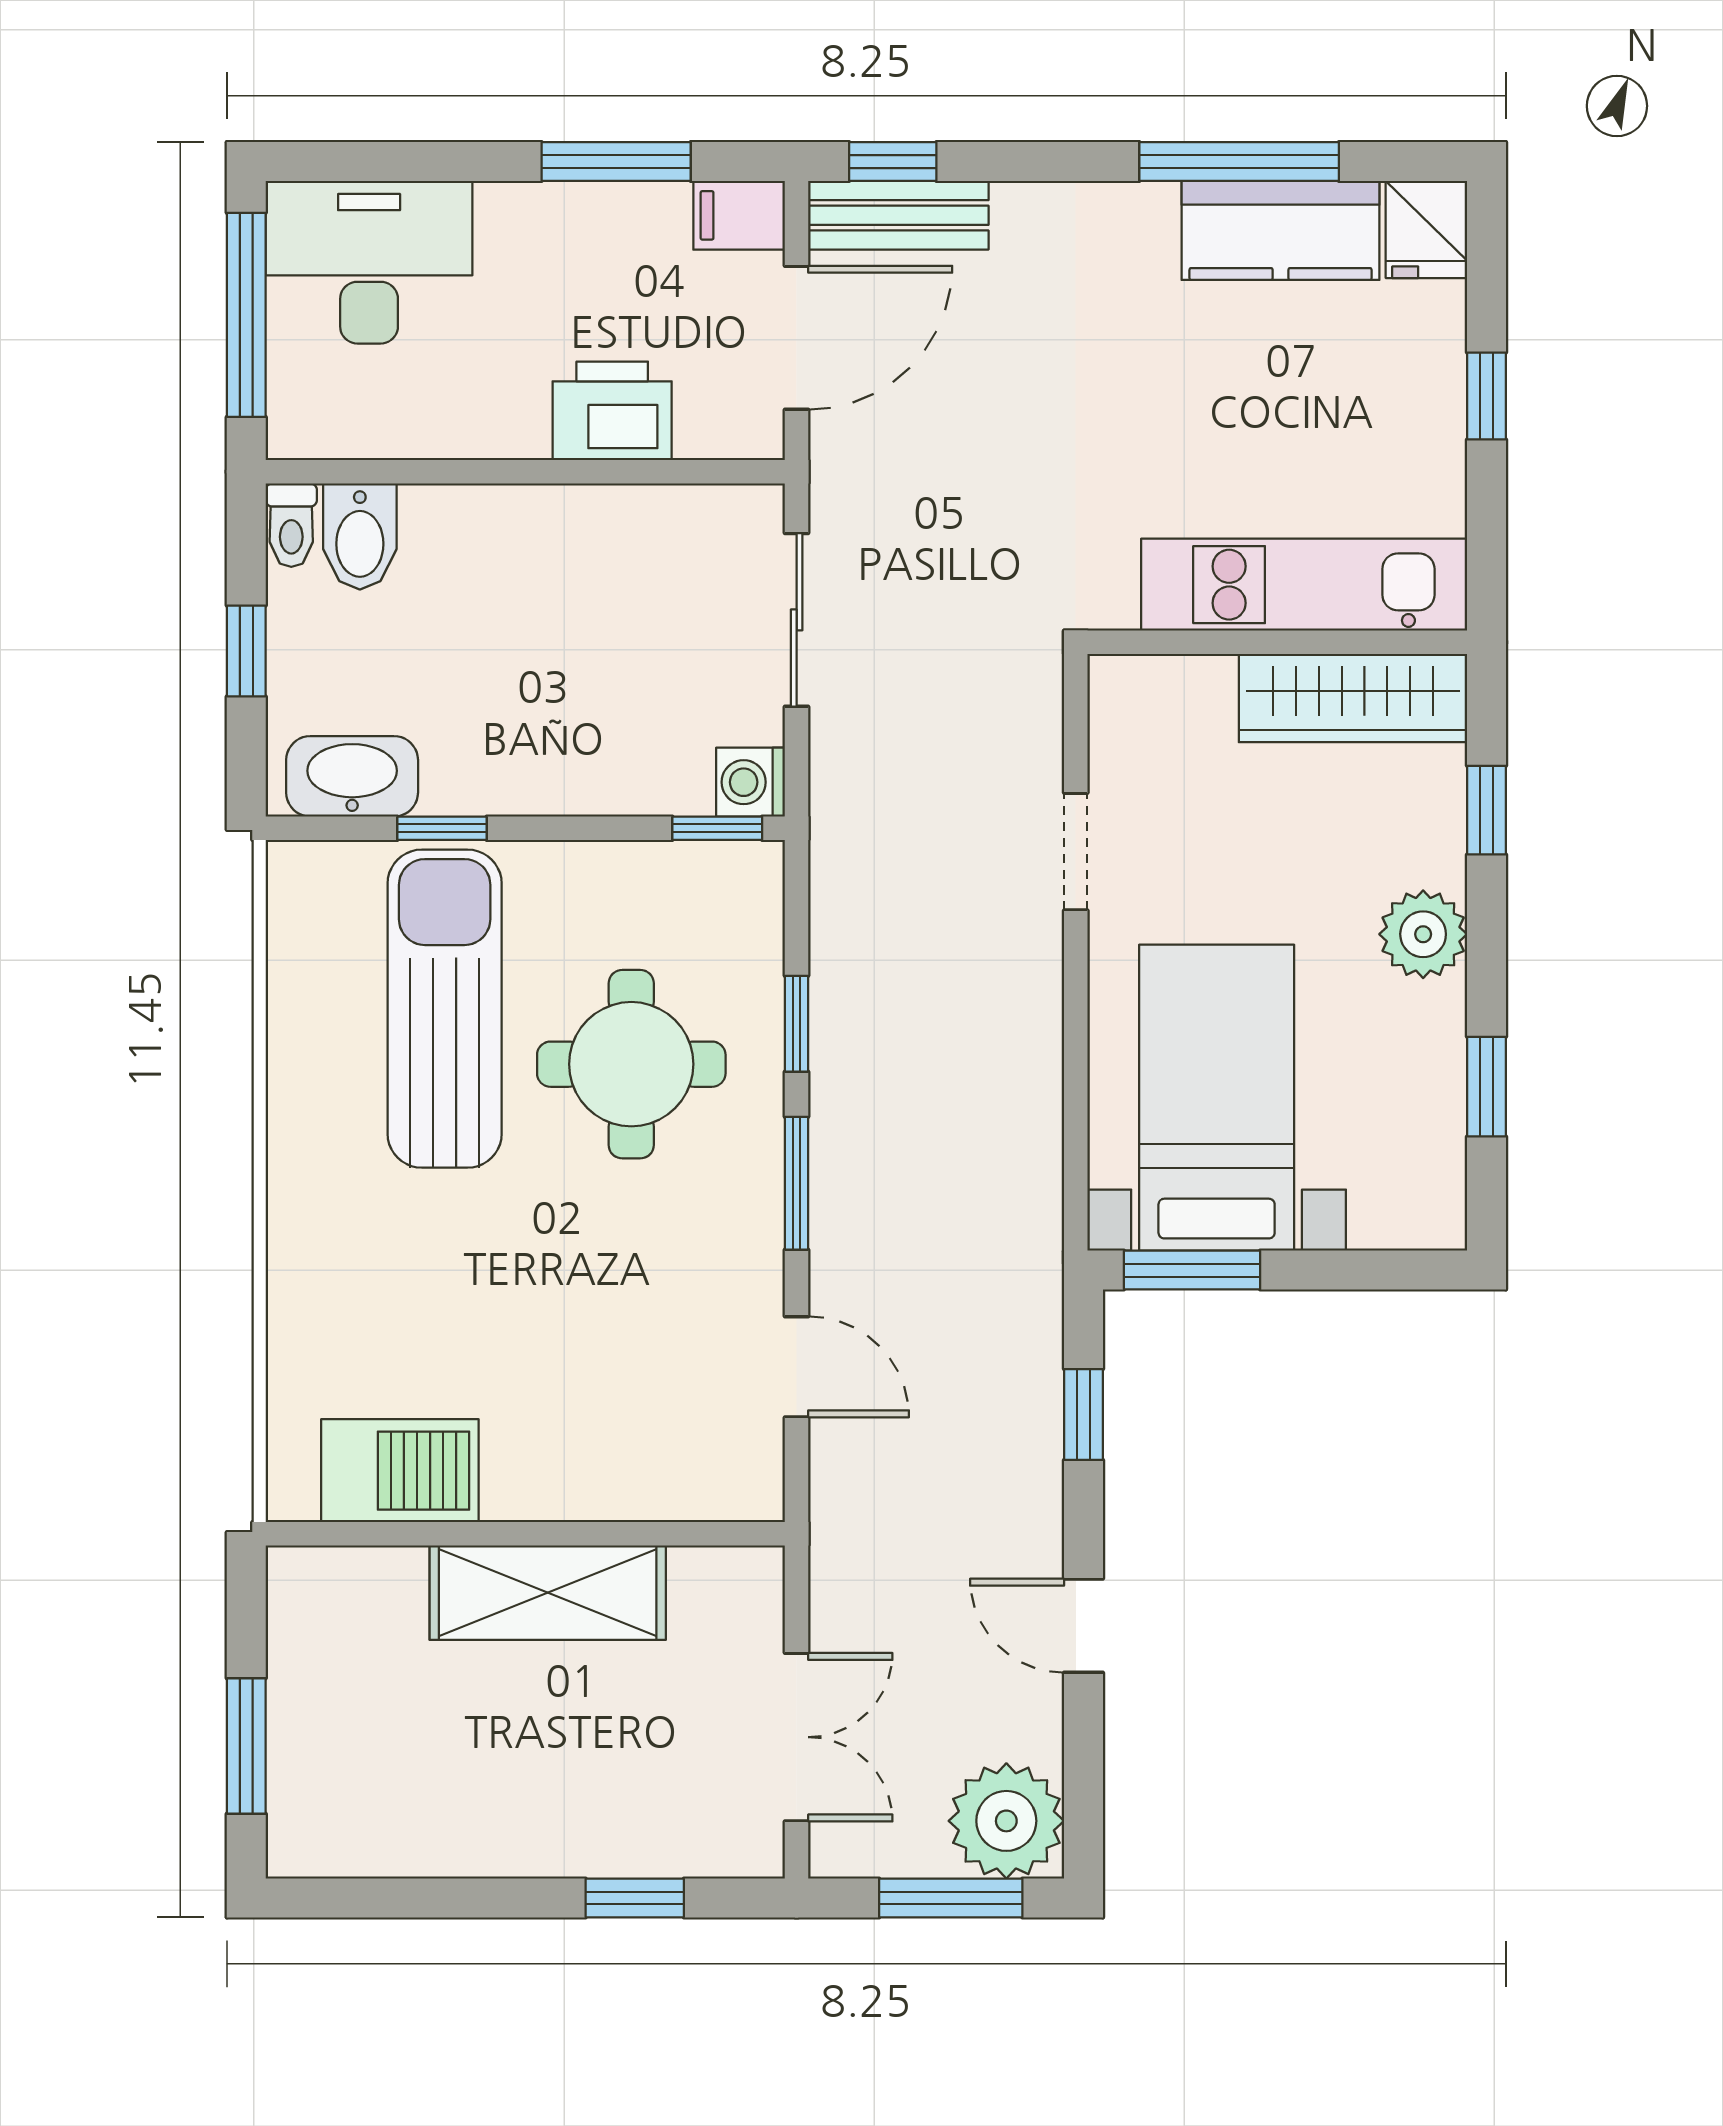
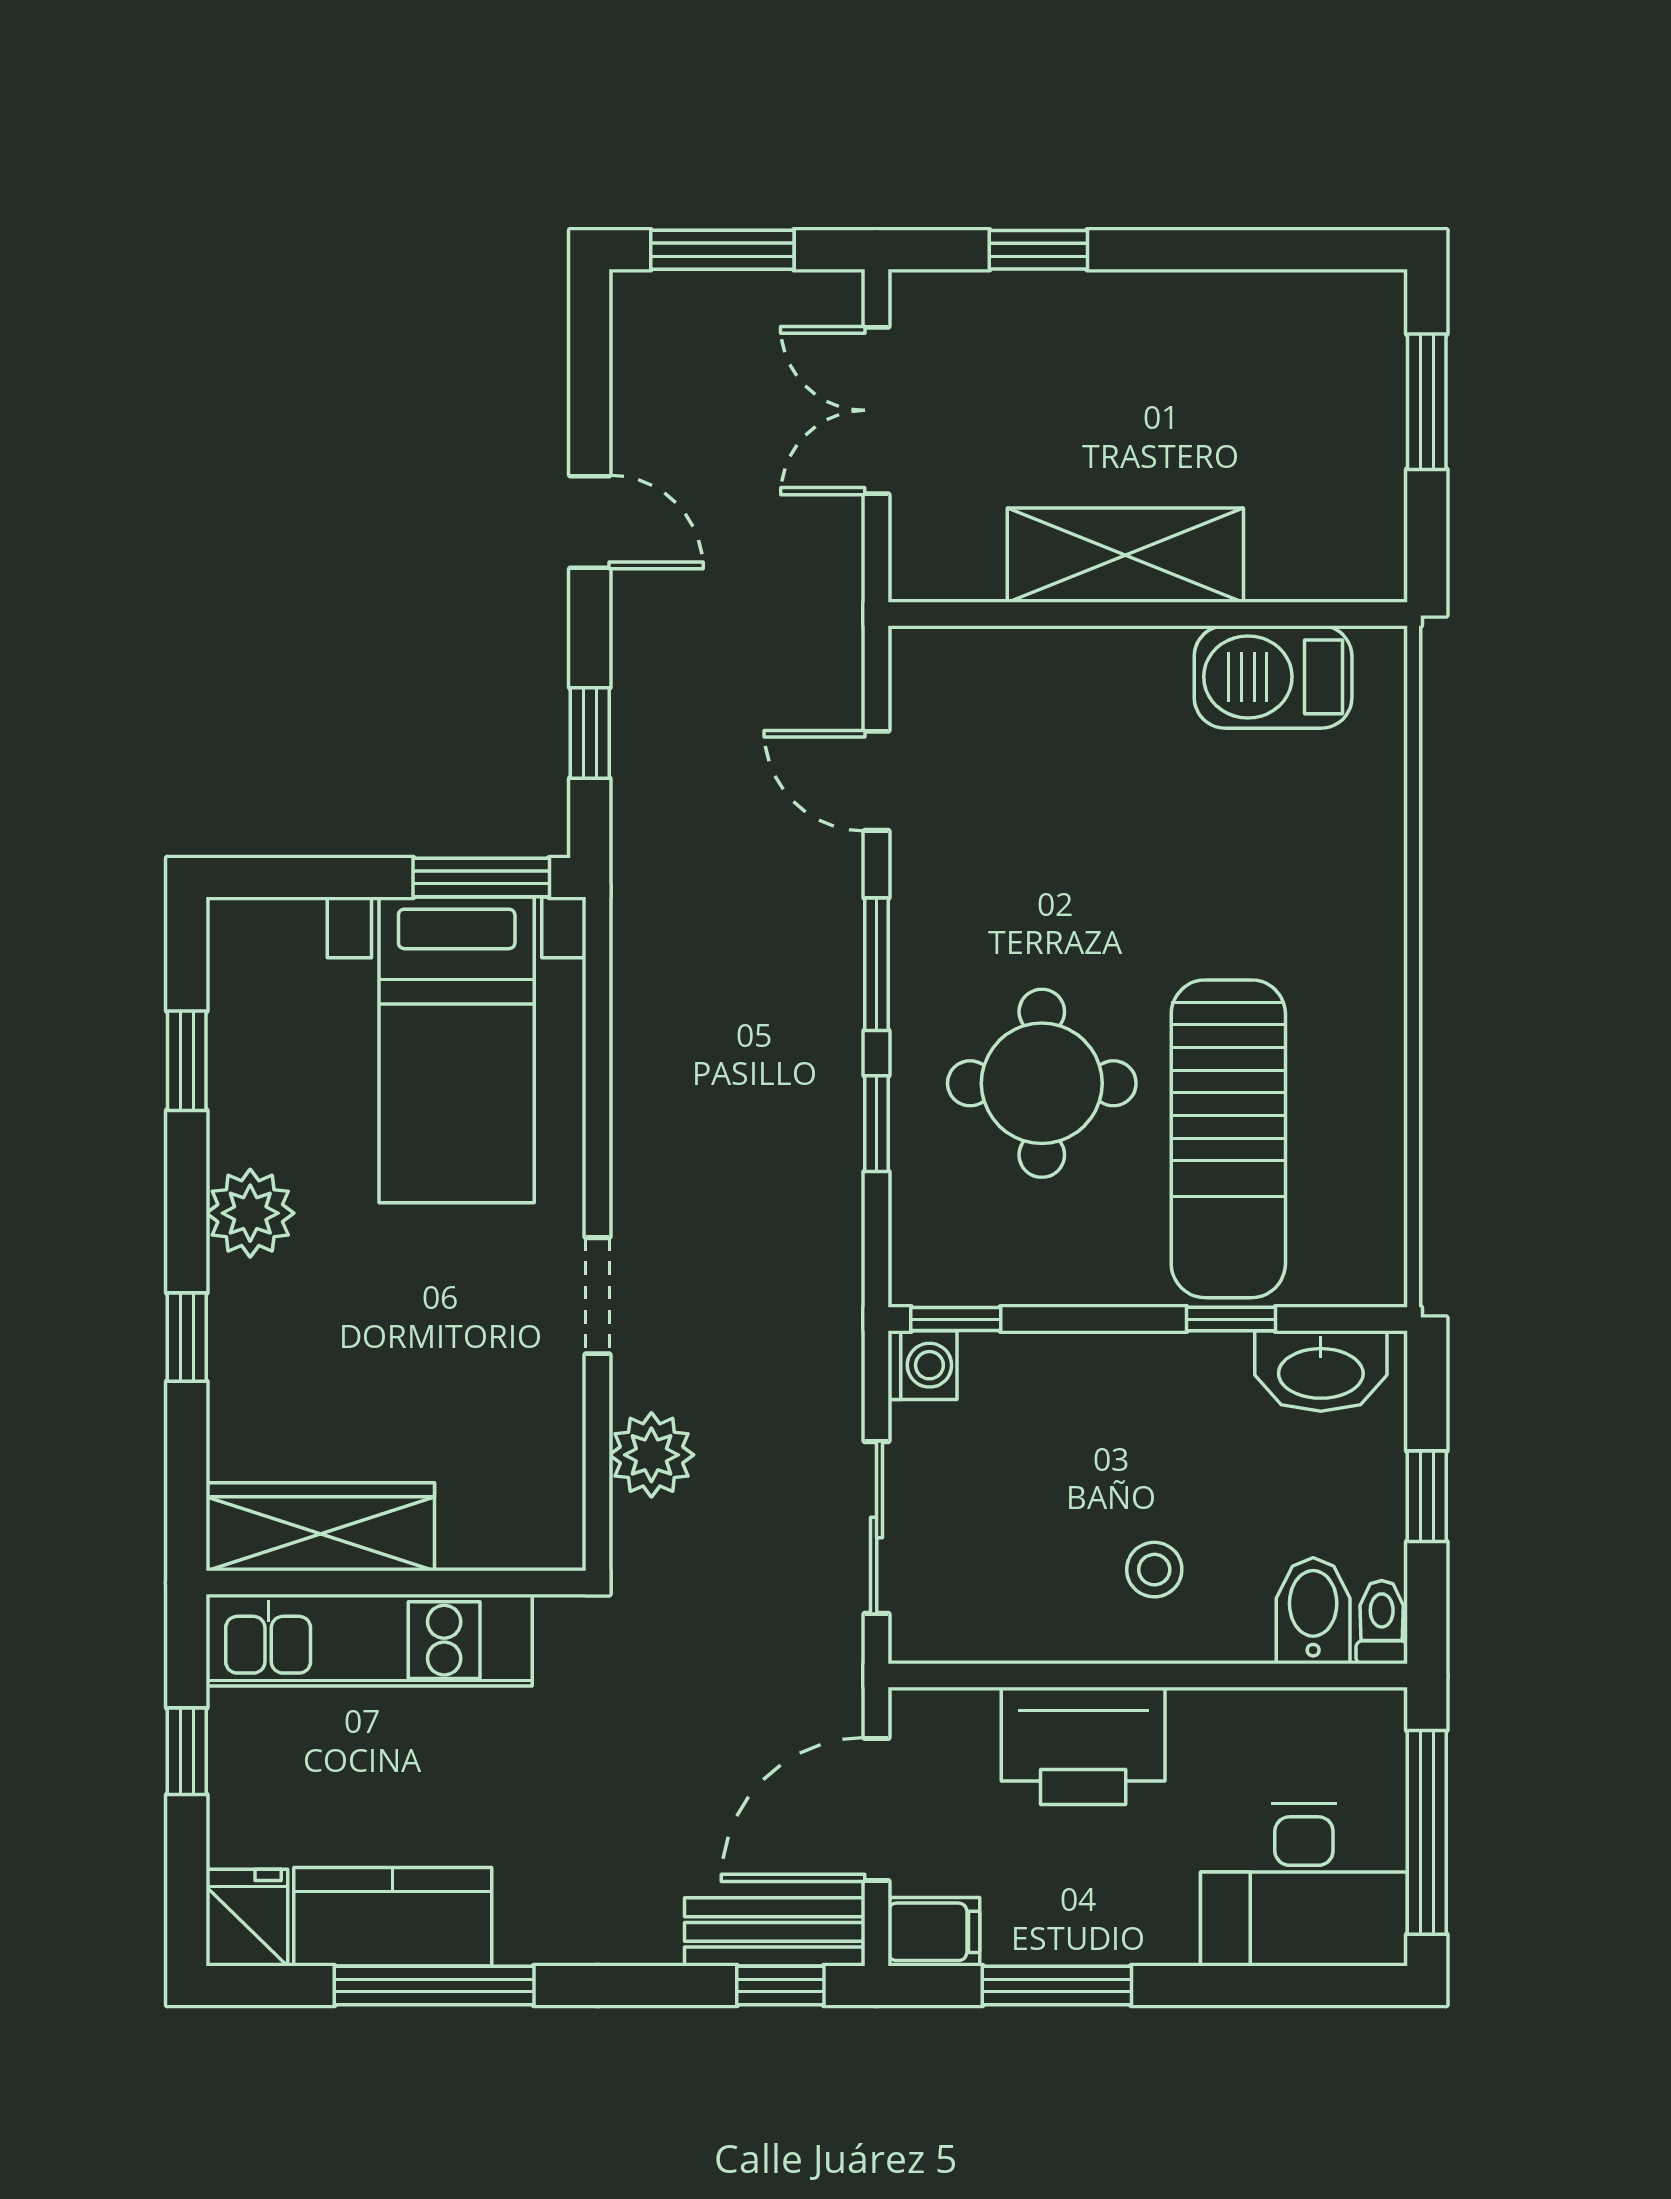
printer: (612, 411) -> (1083, 1746), width x1.37, depth x1.19
stool: (519, 578) -> (1154, 1570), added
kitchen unit: (1304, 585) -> (369, 1640), moved
wall: (1277, 642) -> (396, 1583), moved
wardrobe: (1353, 698) -> (320, 1527), moved
plant: (1006, 1821) -> (651, 1455), moved, width x0.73, depth x0.73

